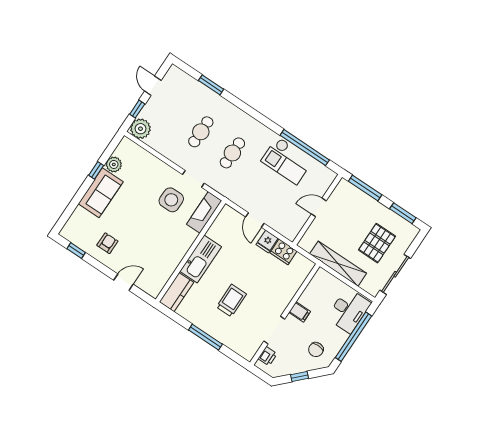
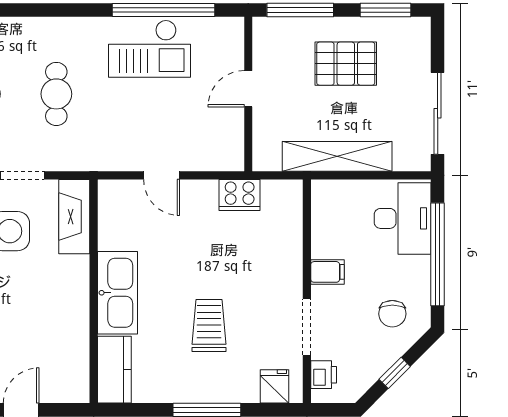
fridge: (267, 241) -> (275, 386), moved, turned 180
pallet: (377, 243) -> (346, 64), moved, turned 90

